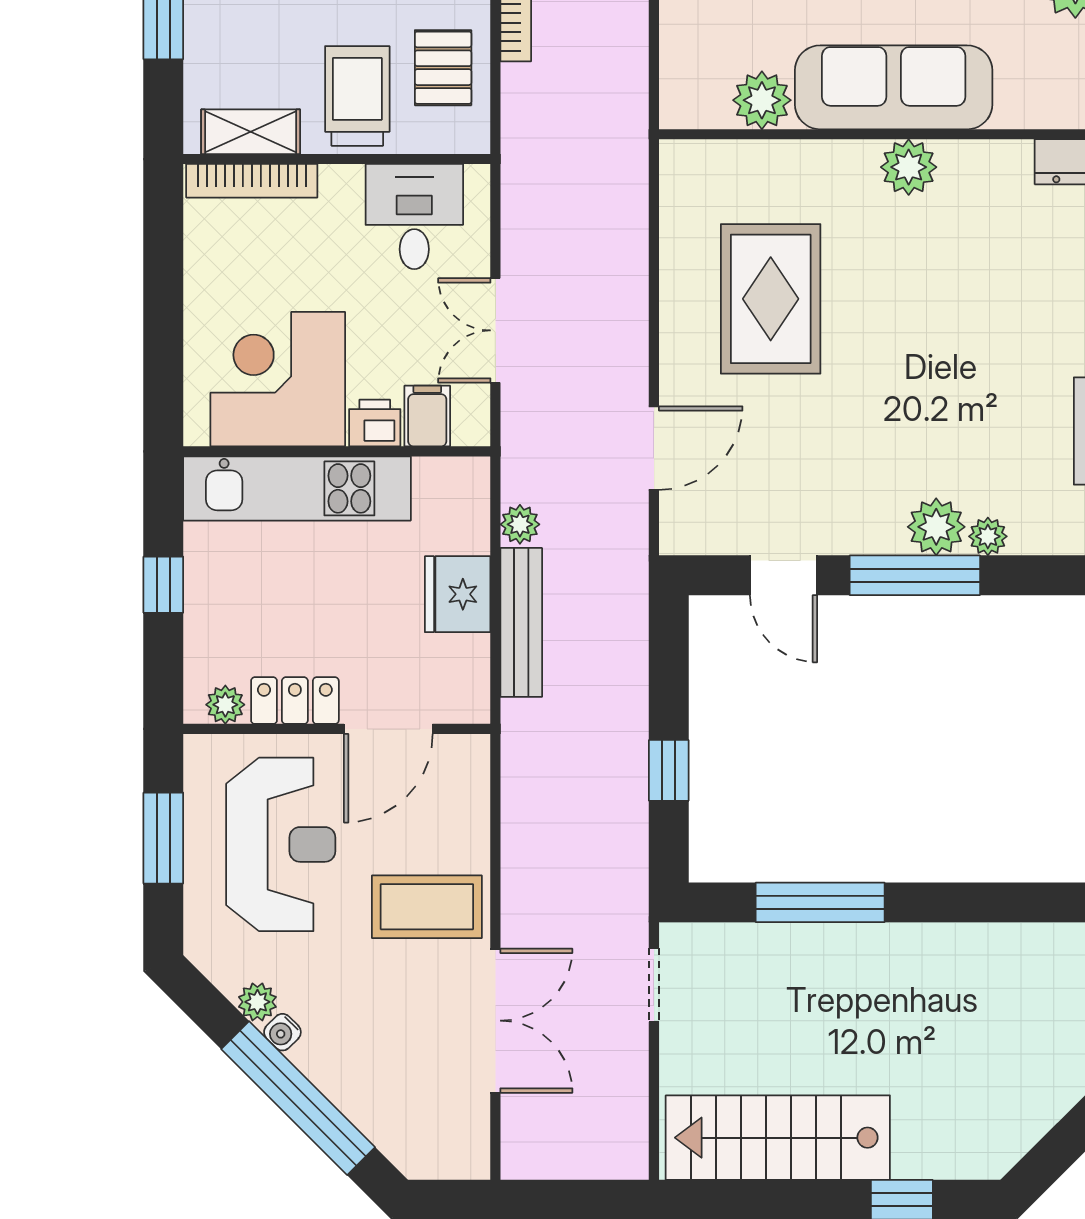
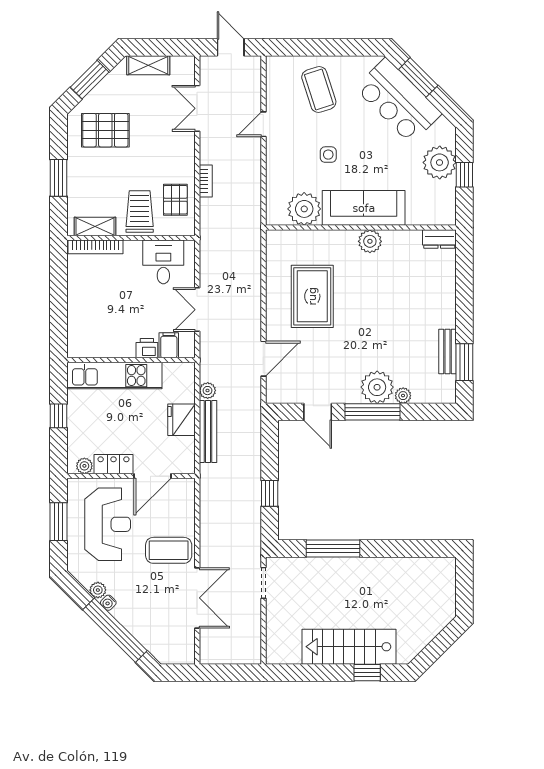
plant: (762, 100) -> (304, 209), width x1.36, depth x1.36
corner desk: (278, 379) -> (106, 330), removed
plant: (936, 527) -> (377, 387), width x1.36, depth x1.36
stairs: (778, 1138) -> (349, 647), moved

